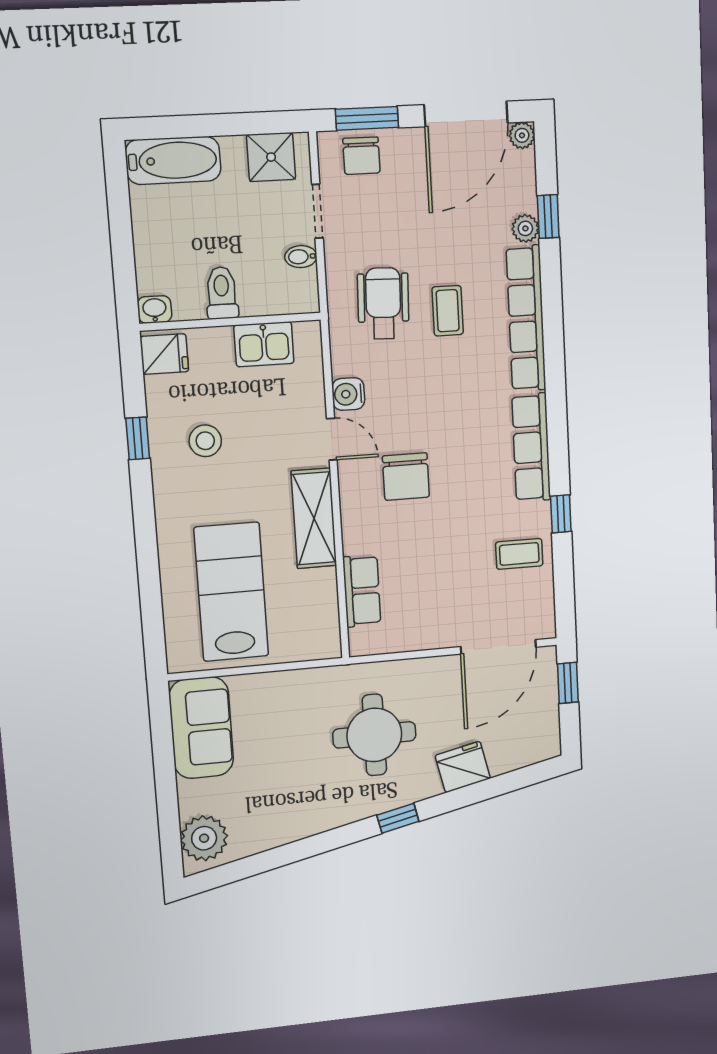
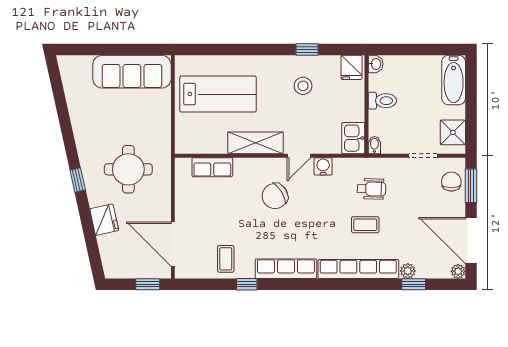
chair: (361, 156) -> (451, 182), turned 90
bidet: (301, 257) -> (374, 145), moved
wheelchair: (383, 303) -> (372, 189), width x0.73, depth x0.73
kitchen sink: (264, 344) -> (353, 138), moved
chair: (406, 477) -> (275, 196), turned -32
sofa: (201, 728) -> (132, 72), width x1.36
plant: (204, 838) -> (78, 68), removed

